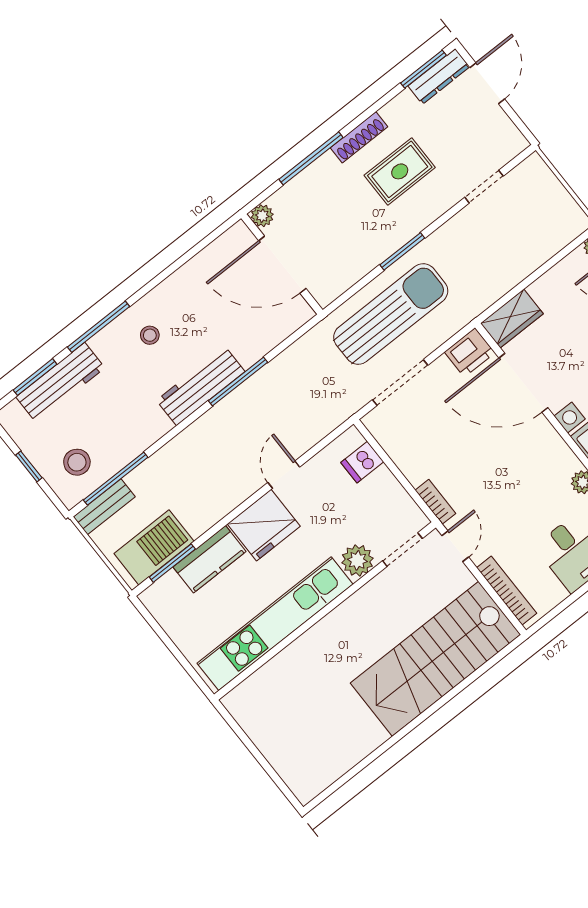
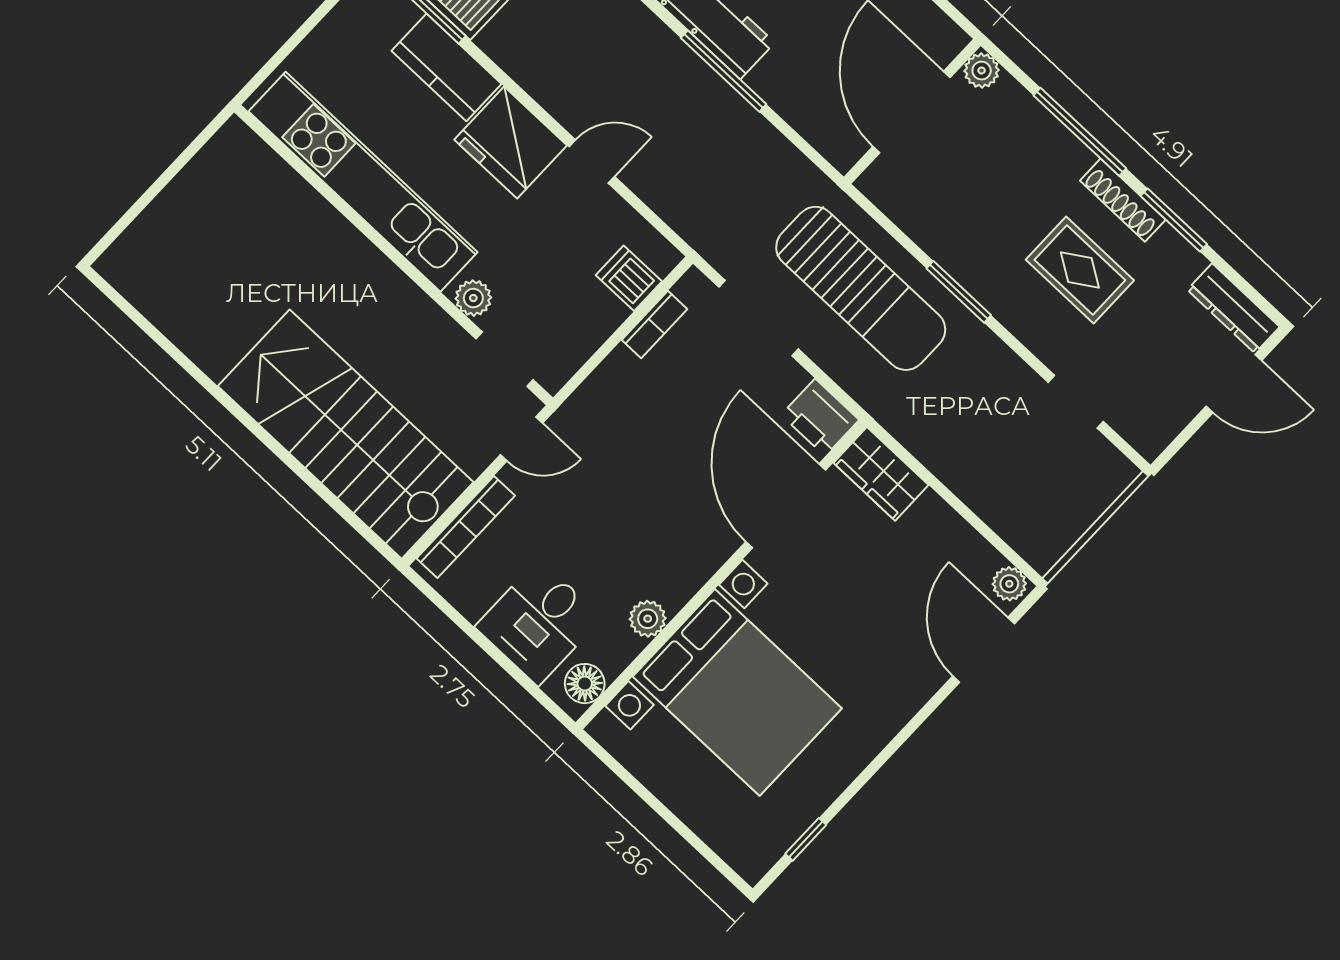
window: (424, 69) -> (1174, 220), moved
bookcase: (435, 502) -> (655, 324), moved
plant: (357, 560) -> (473, 298), width x0.73, depth x0.73

